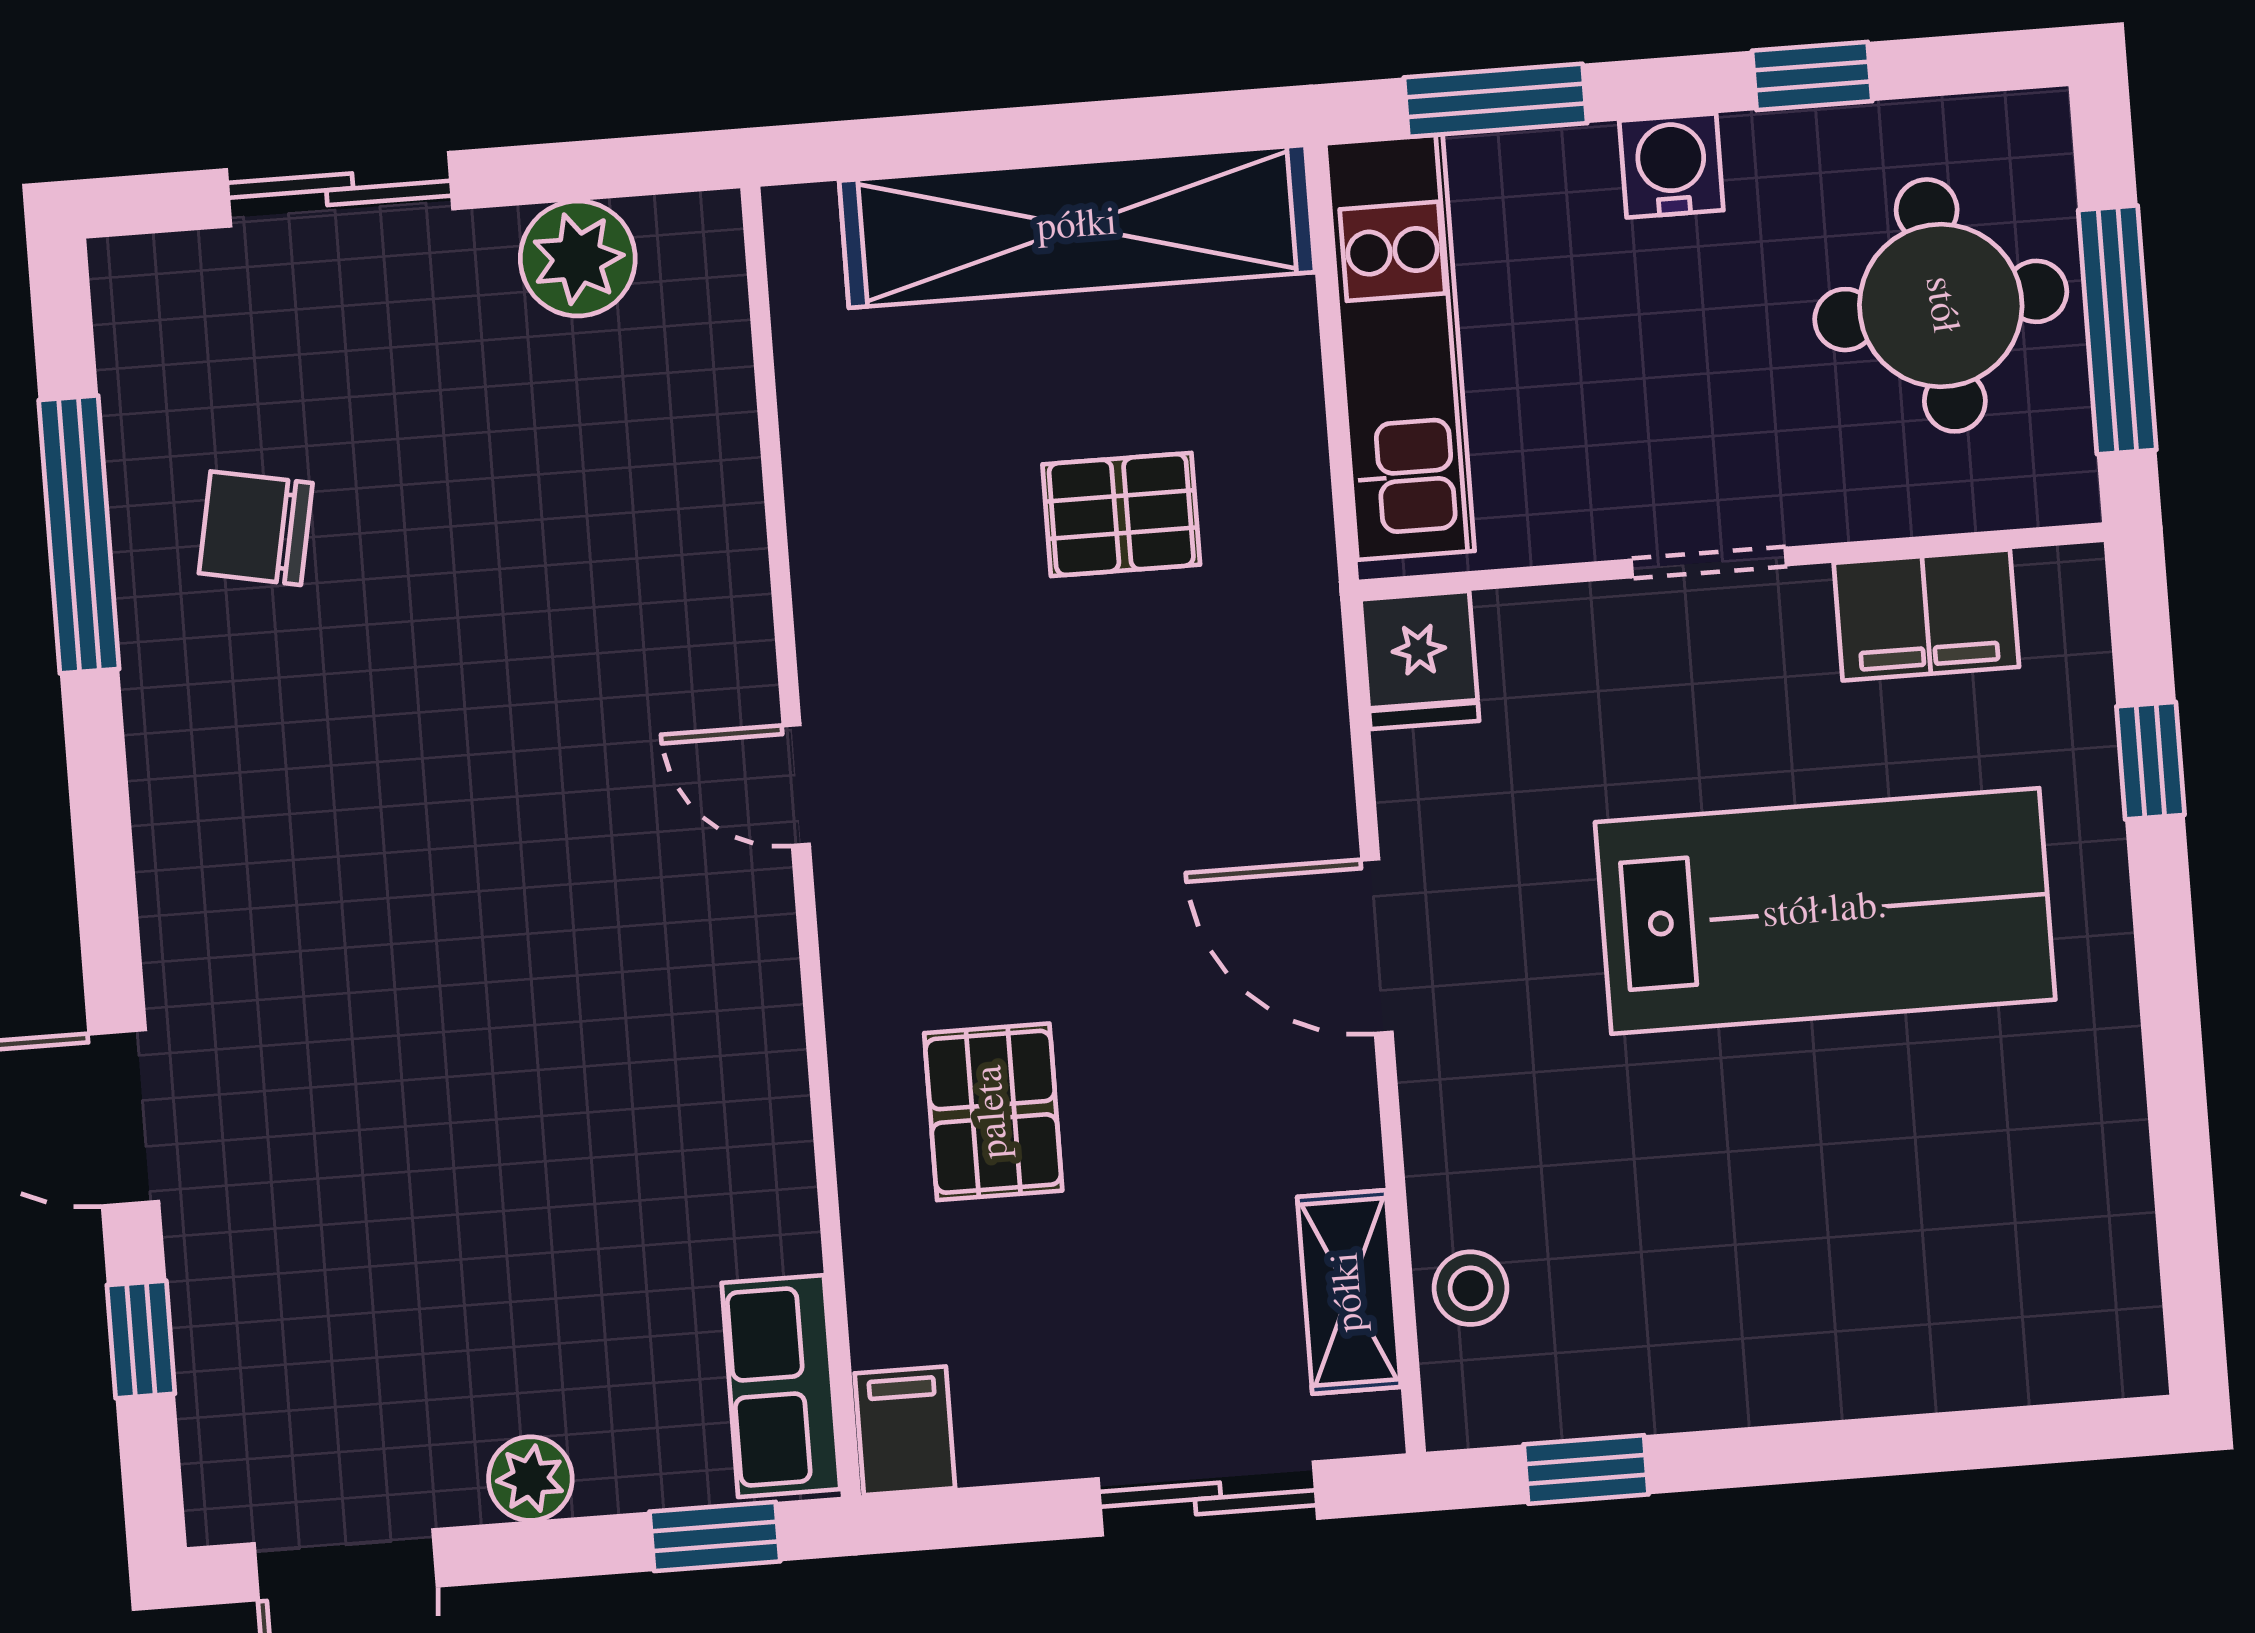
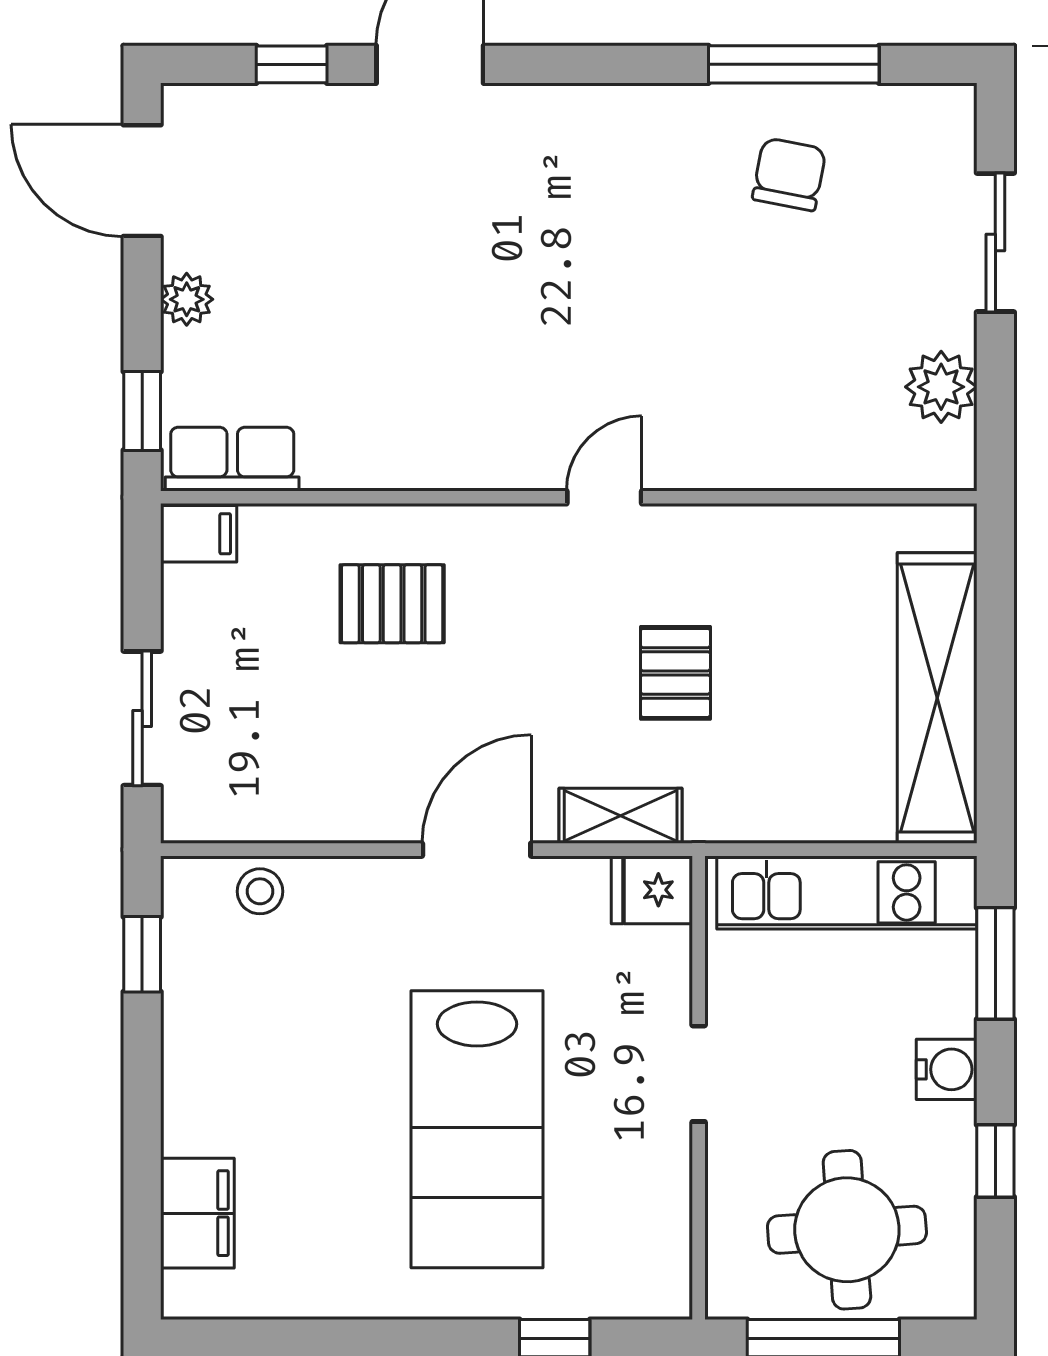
pallet: (1121, 514) -> (675, 673), moved
filing cabinet: (1926, 615) -> (197, 1213), moved, turned 180
shelving: (1349, 1292) -> (621, 816), moved

